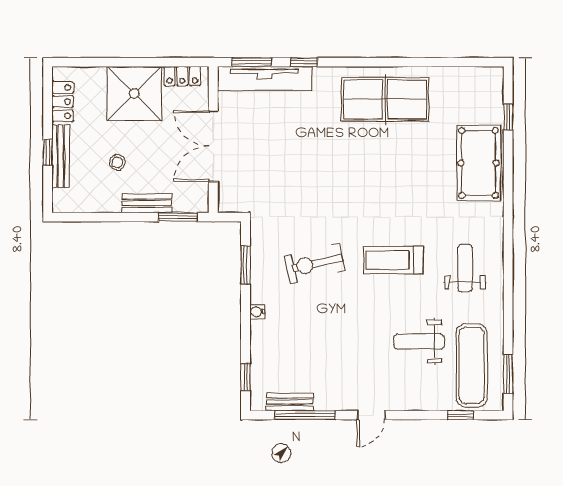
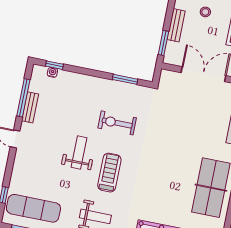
exercise bike: (315, 263) -> (117, 123), turned -77
water cooler: (257, 312) -> (52, 72), moved
weight bench: (419, 341) -> (79, 152), moved
bench: (290, 402) -> (30, 107), moved

